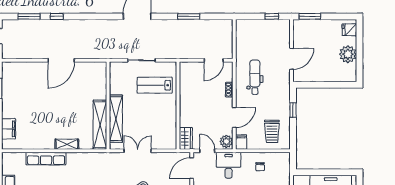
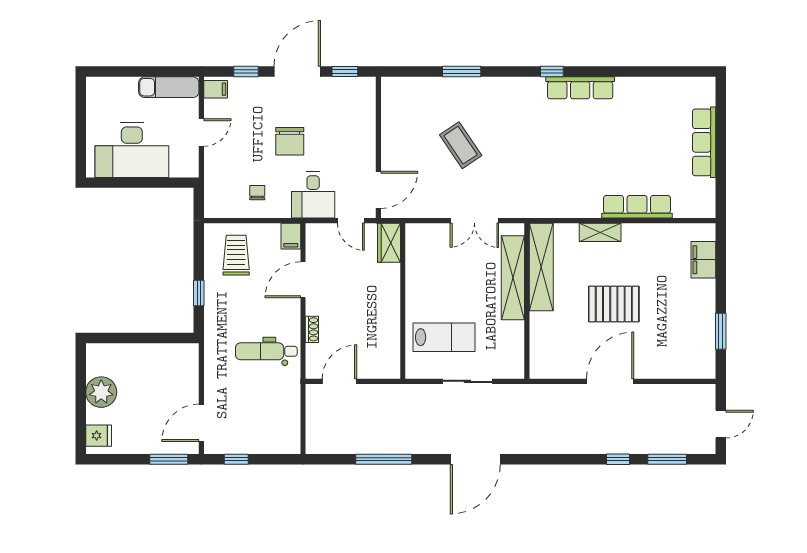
window: (189, 16) -> (384, 459), width x1.44
door: (291, 59) -> (201, 423), moved
dental chair: (255, 77) -> (266, 351), turned 90
pallet: (59, 104) -> (614, 304), added
plant: (226, 141) -> (317, 237), removed

